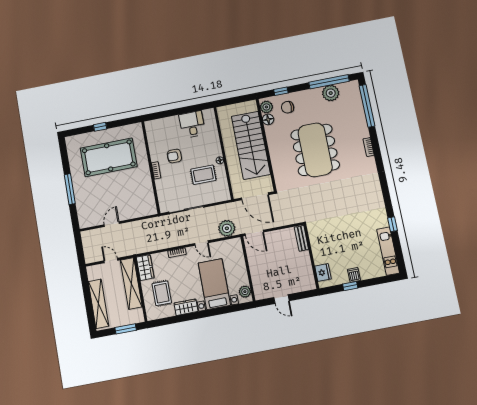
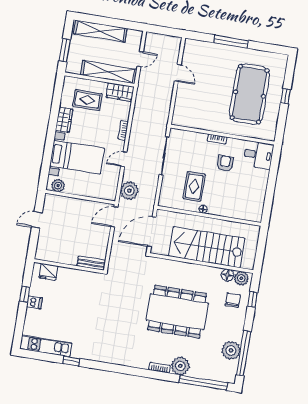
desk: (192, 124) -> (258, 155), moved
plant: (360, 130) -> (180, 366), added

